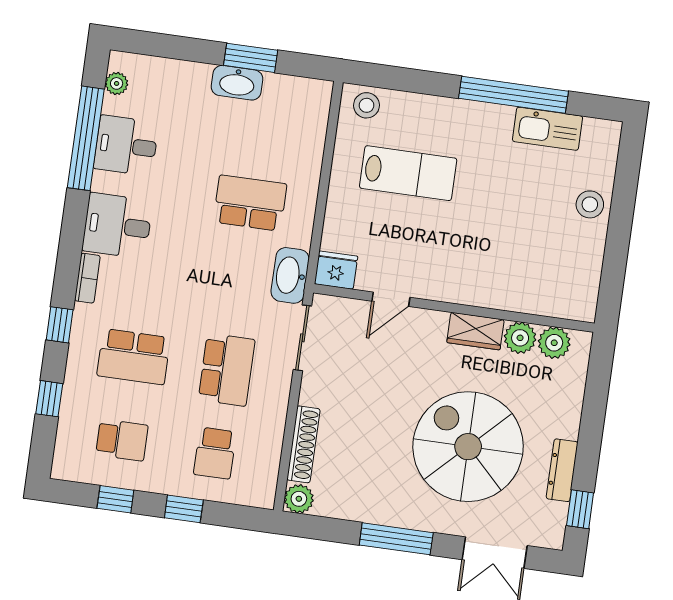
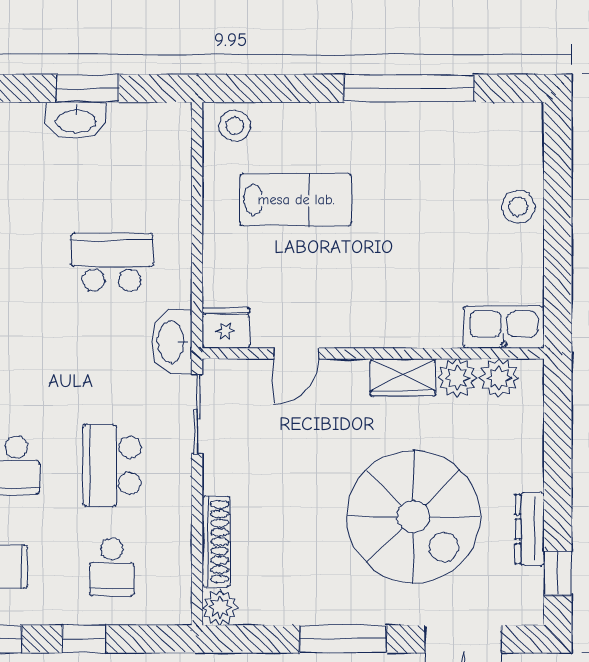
kitchen sink: (548, 129) -> (504, 327), moved, turned 180
school desk: (227, 370) -> (112, 465), turned 180
spiral stairs: (468, 447) -> (413, 517), turned 180

